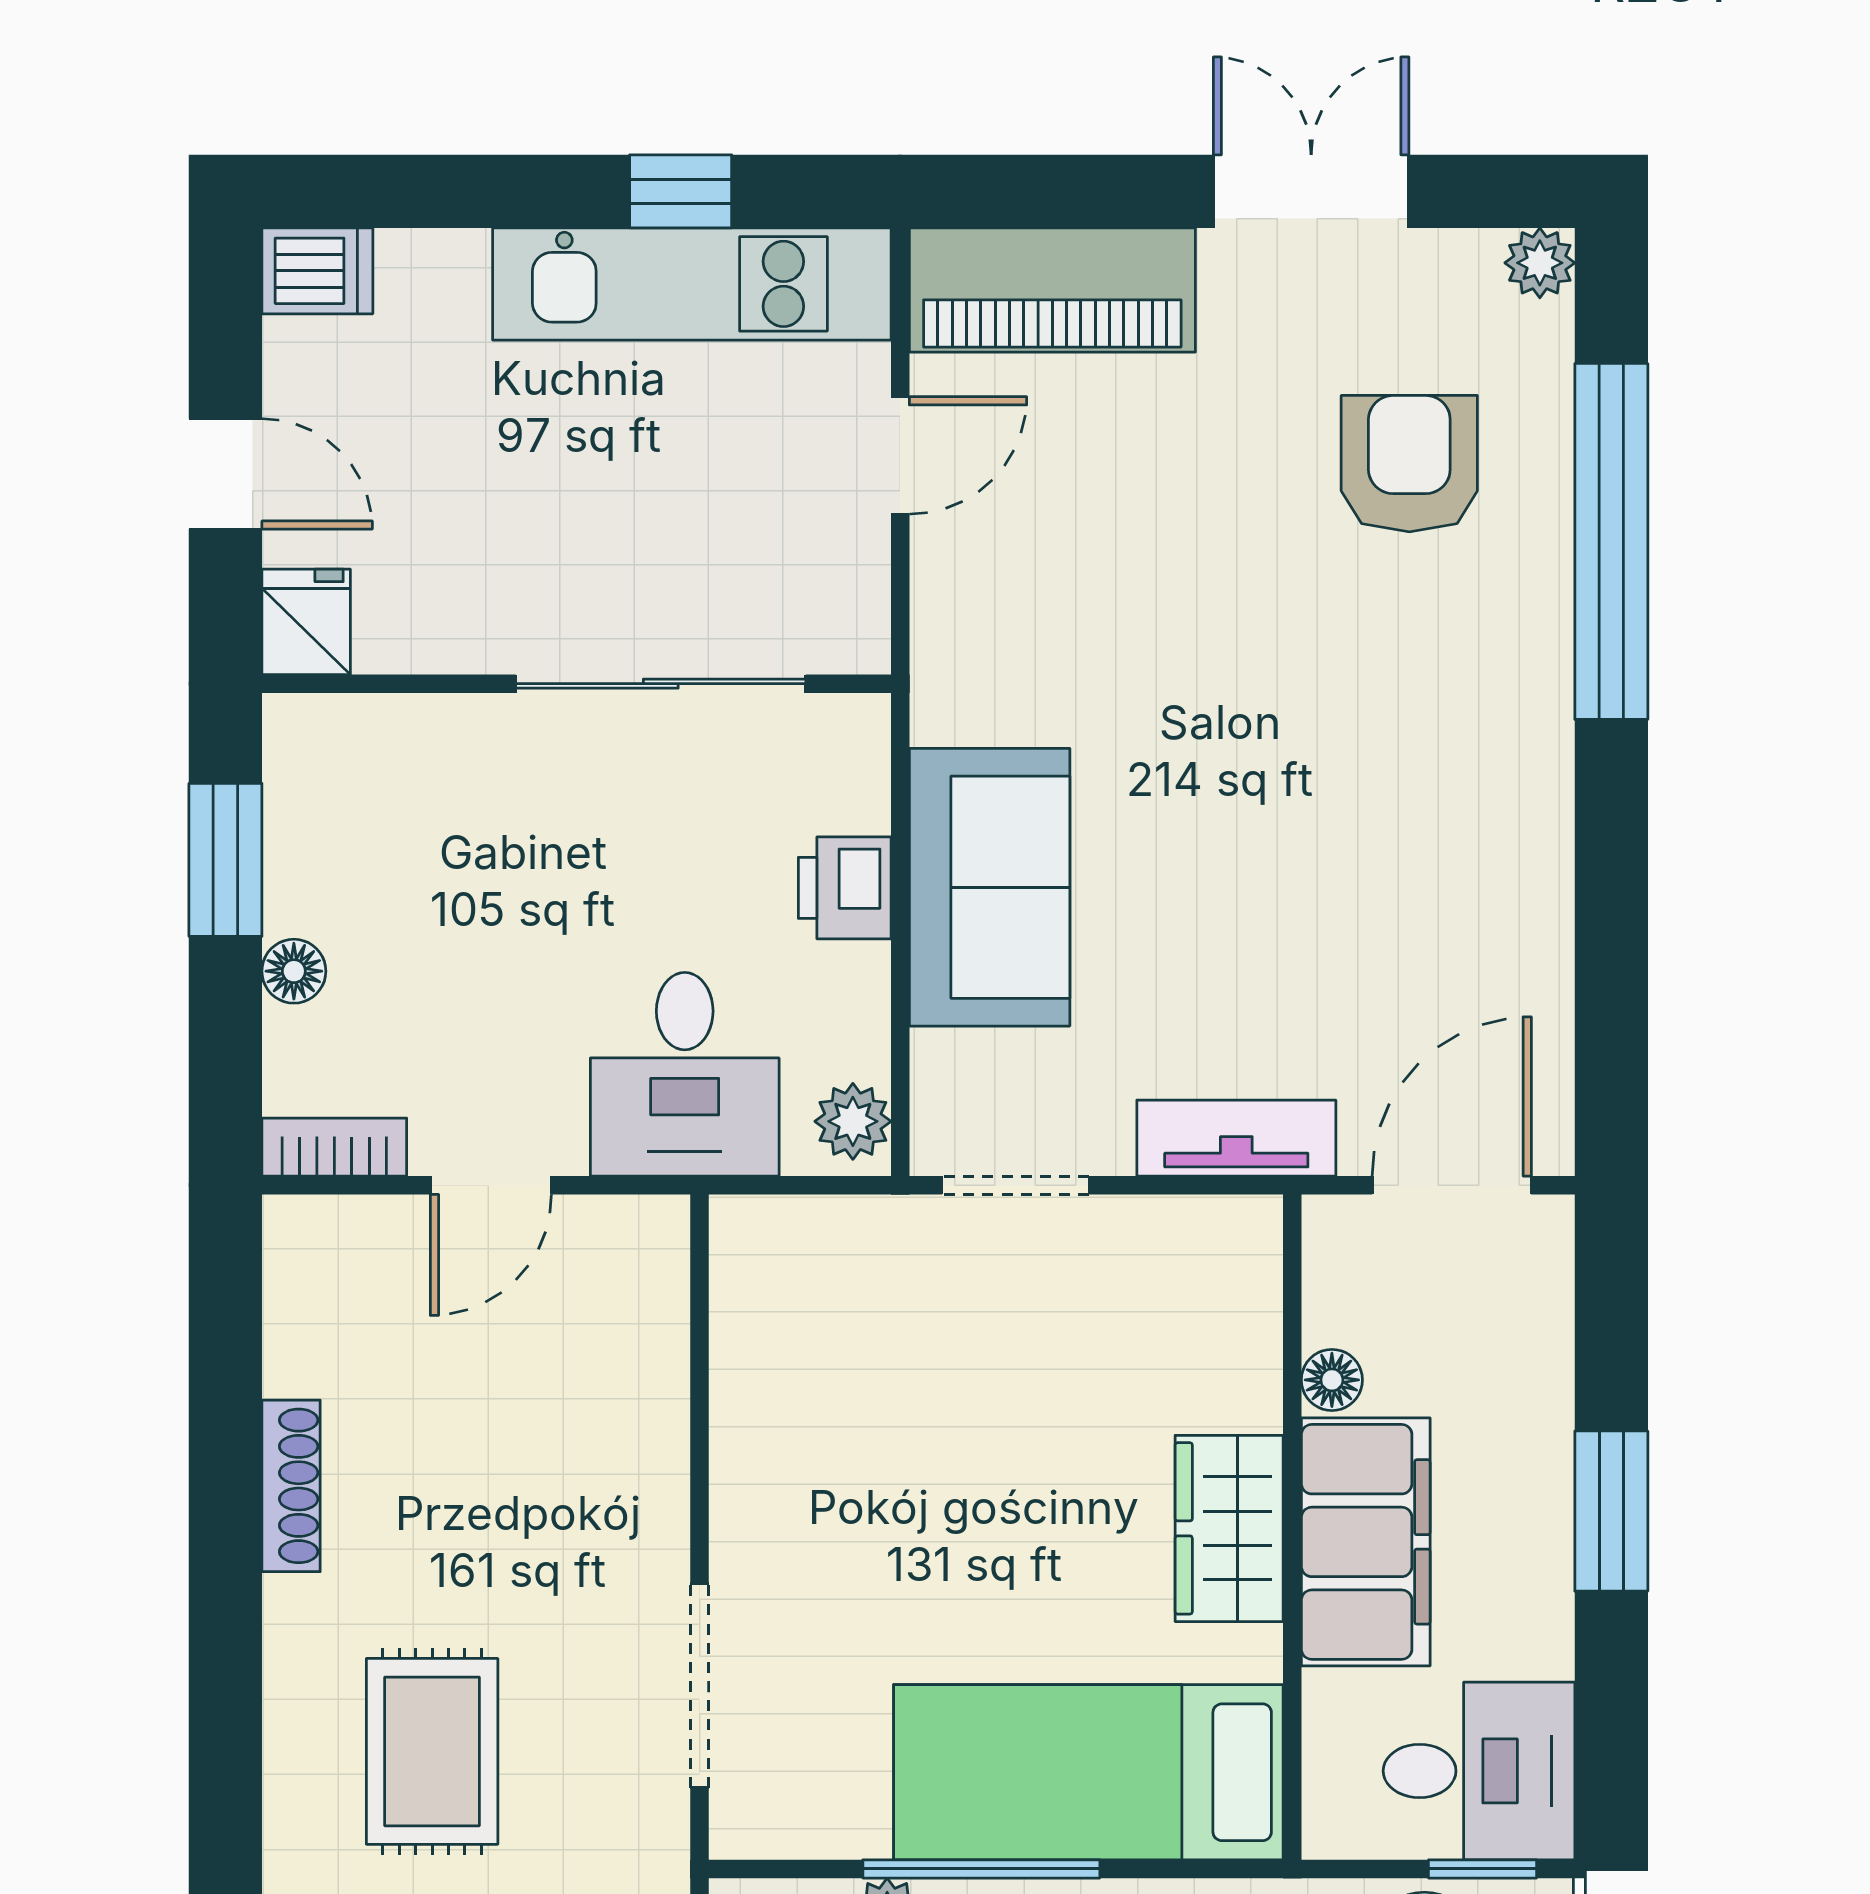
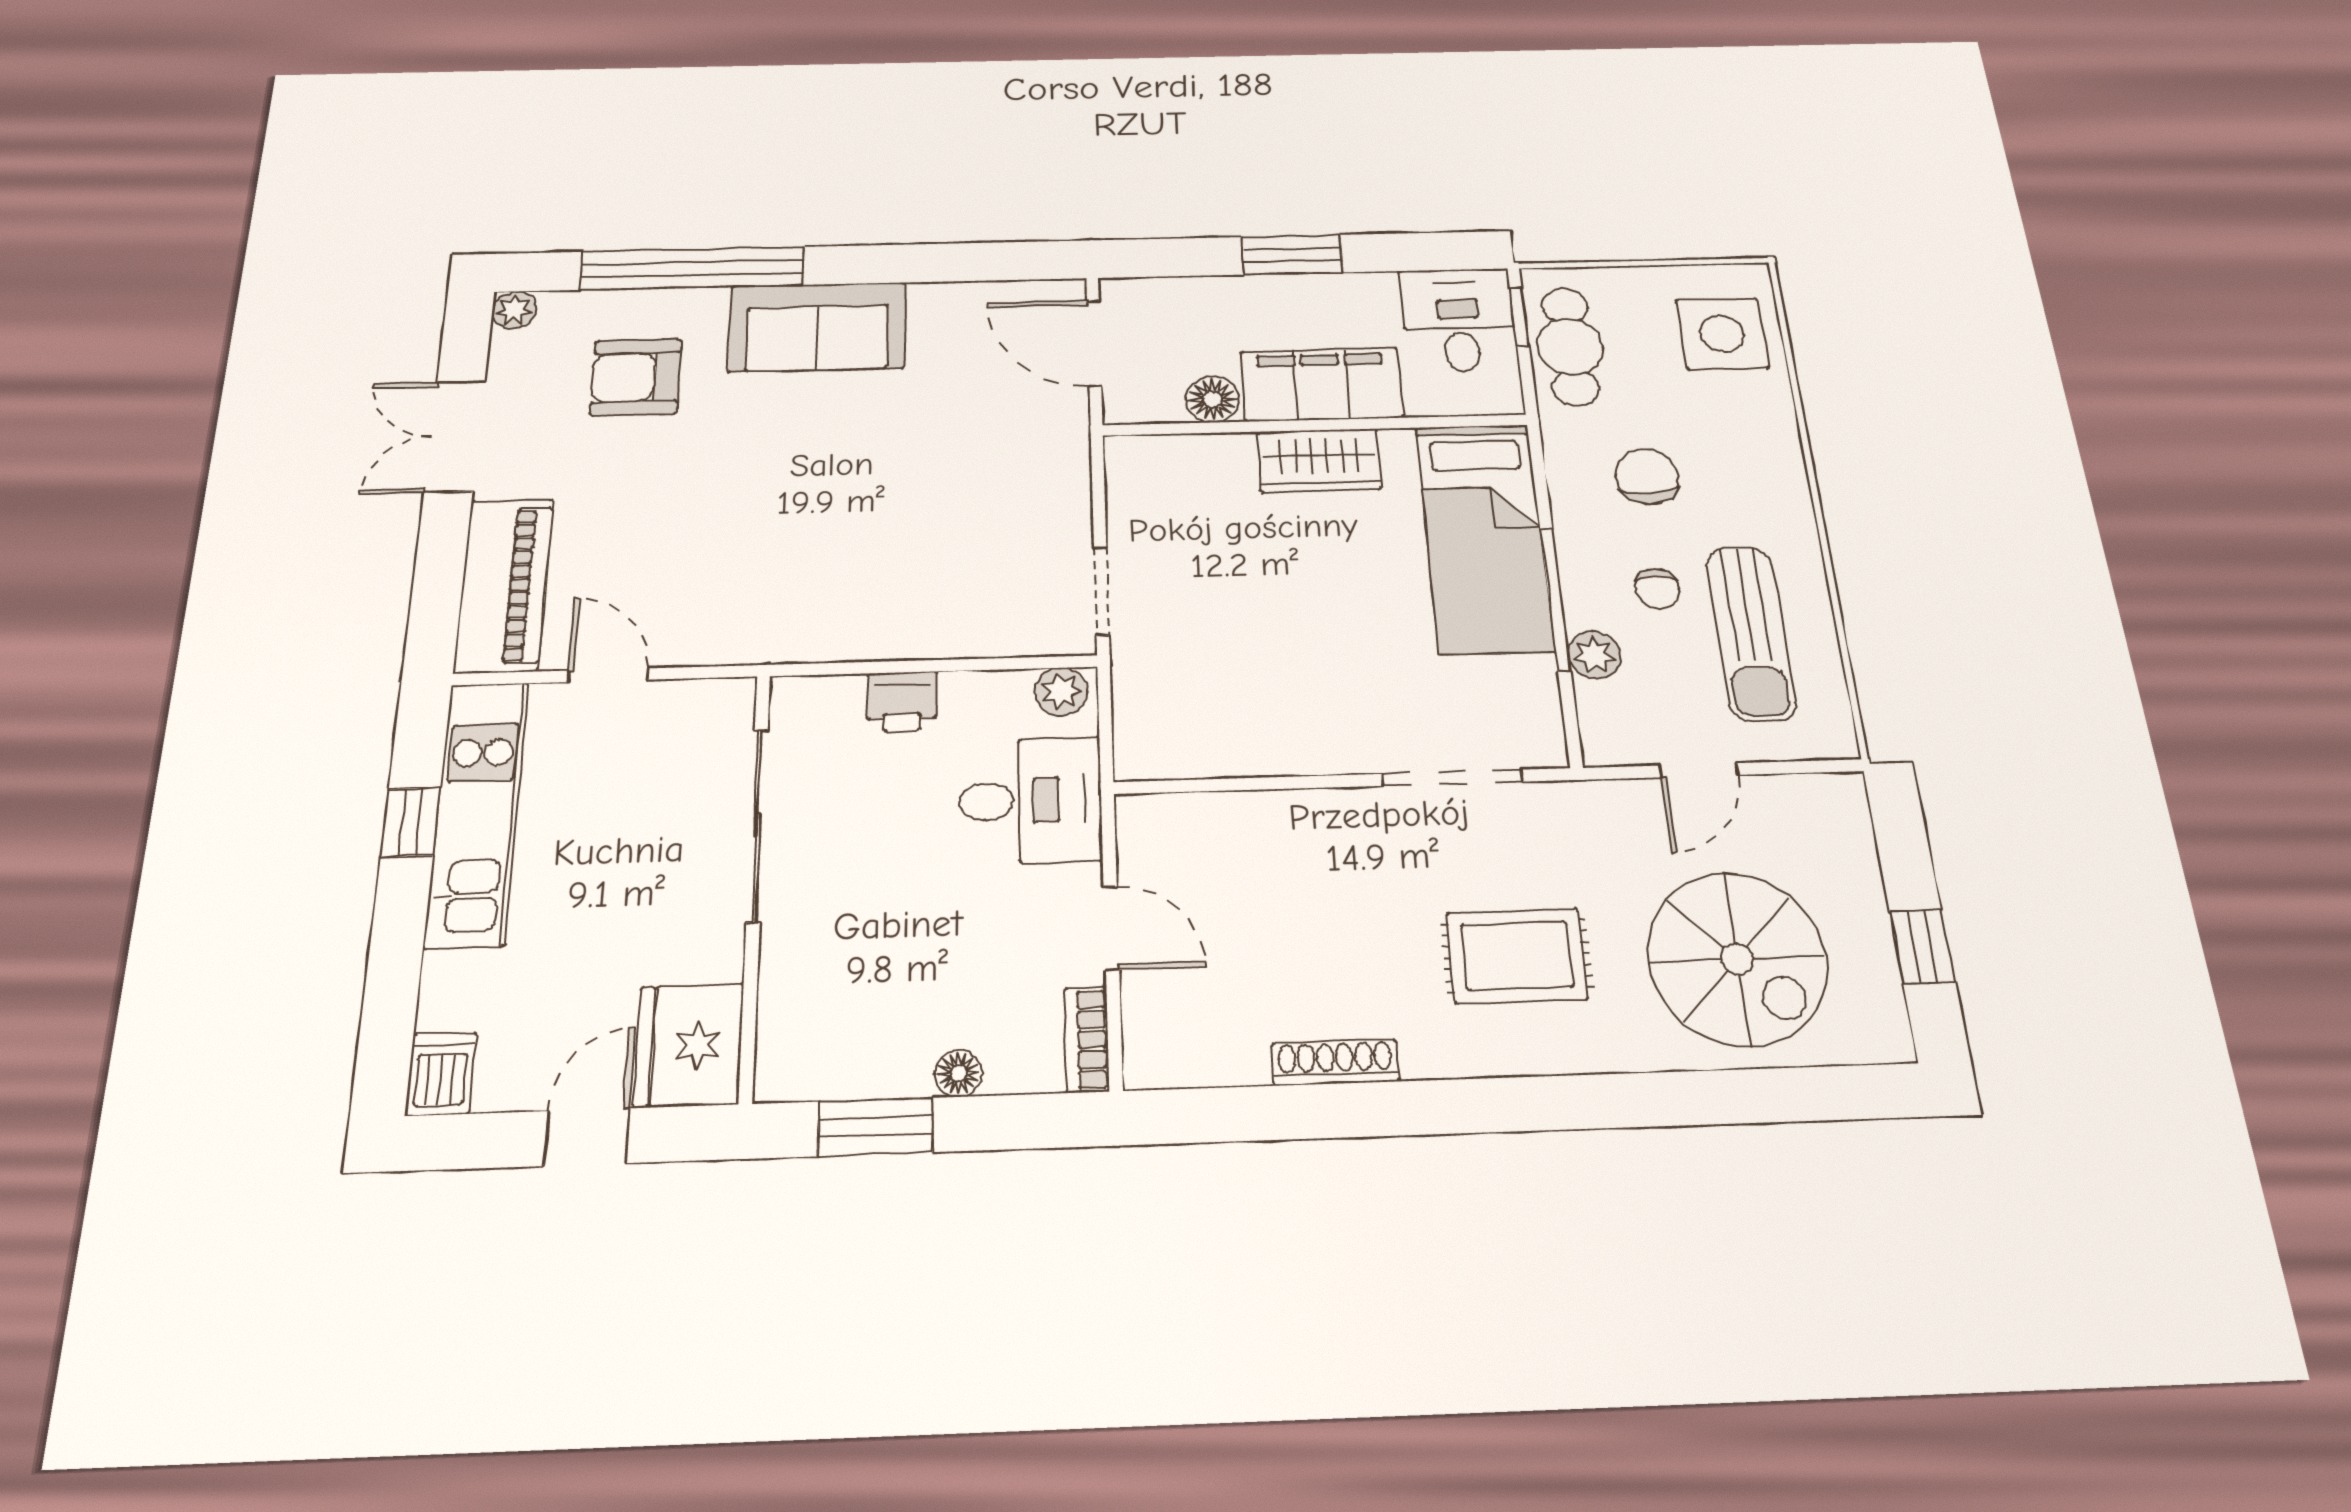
fridge: (306, 622) -> (689, 1045), width x1.88, depth x1.34
sofa: (990, 887) -> (817, 327), moved, turned 180
tv unit: (1236, 1138) -> (1067, 463), removed
floor lamp: (1332, 1380) -> (1213, 399), width x1.37, depth x1.37

